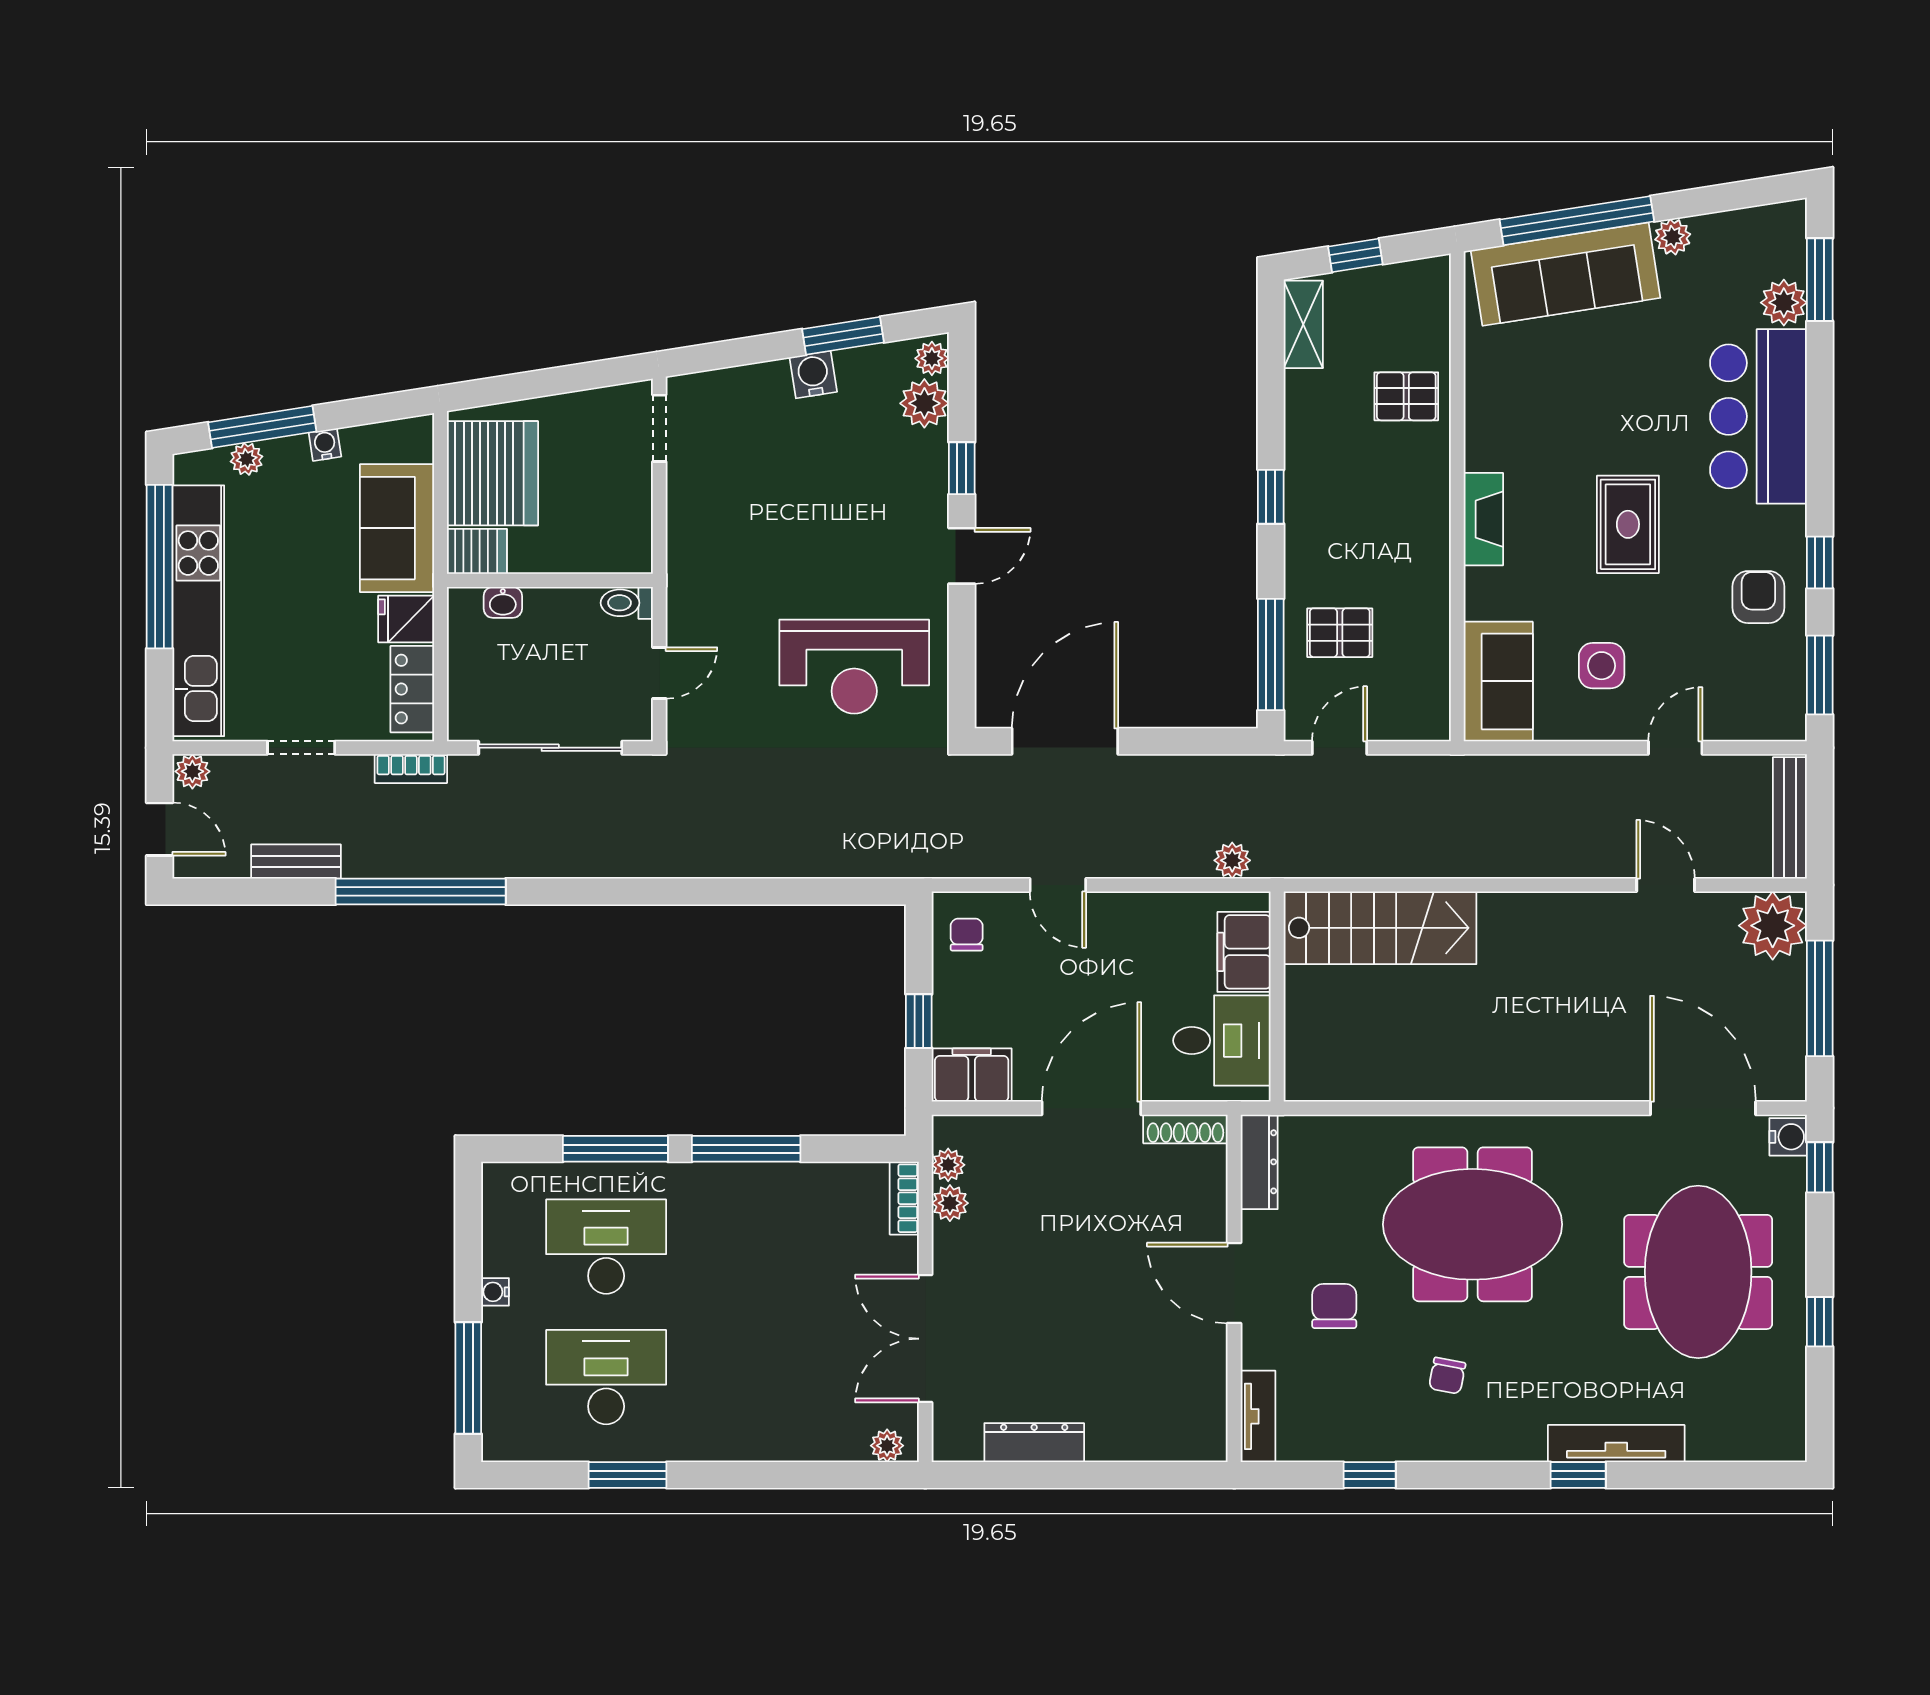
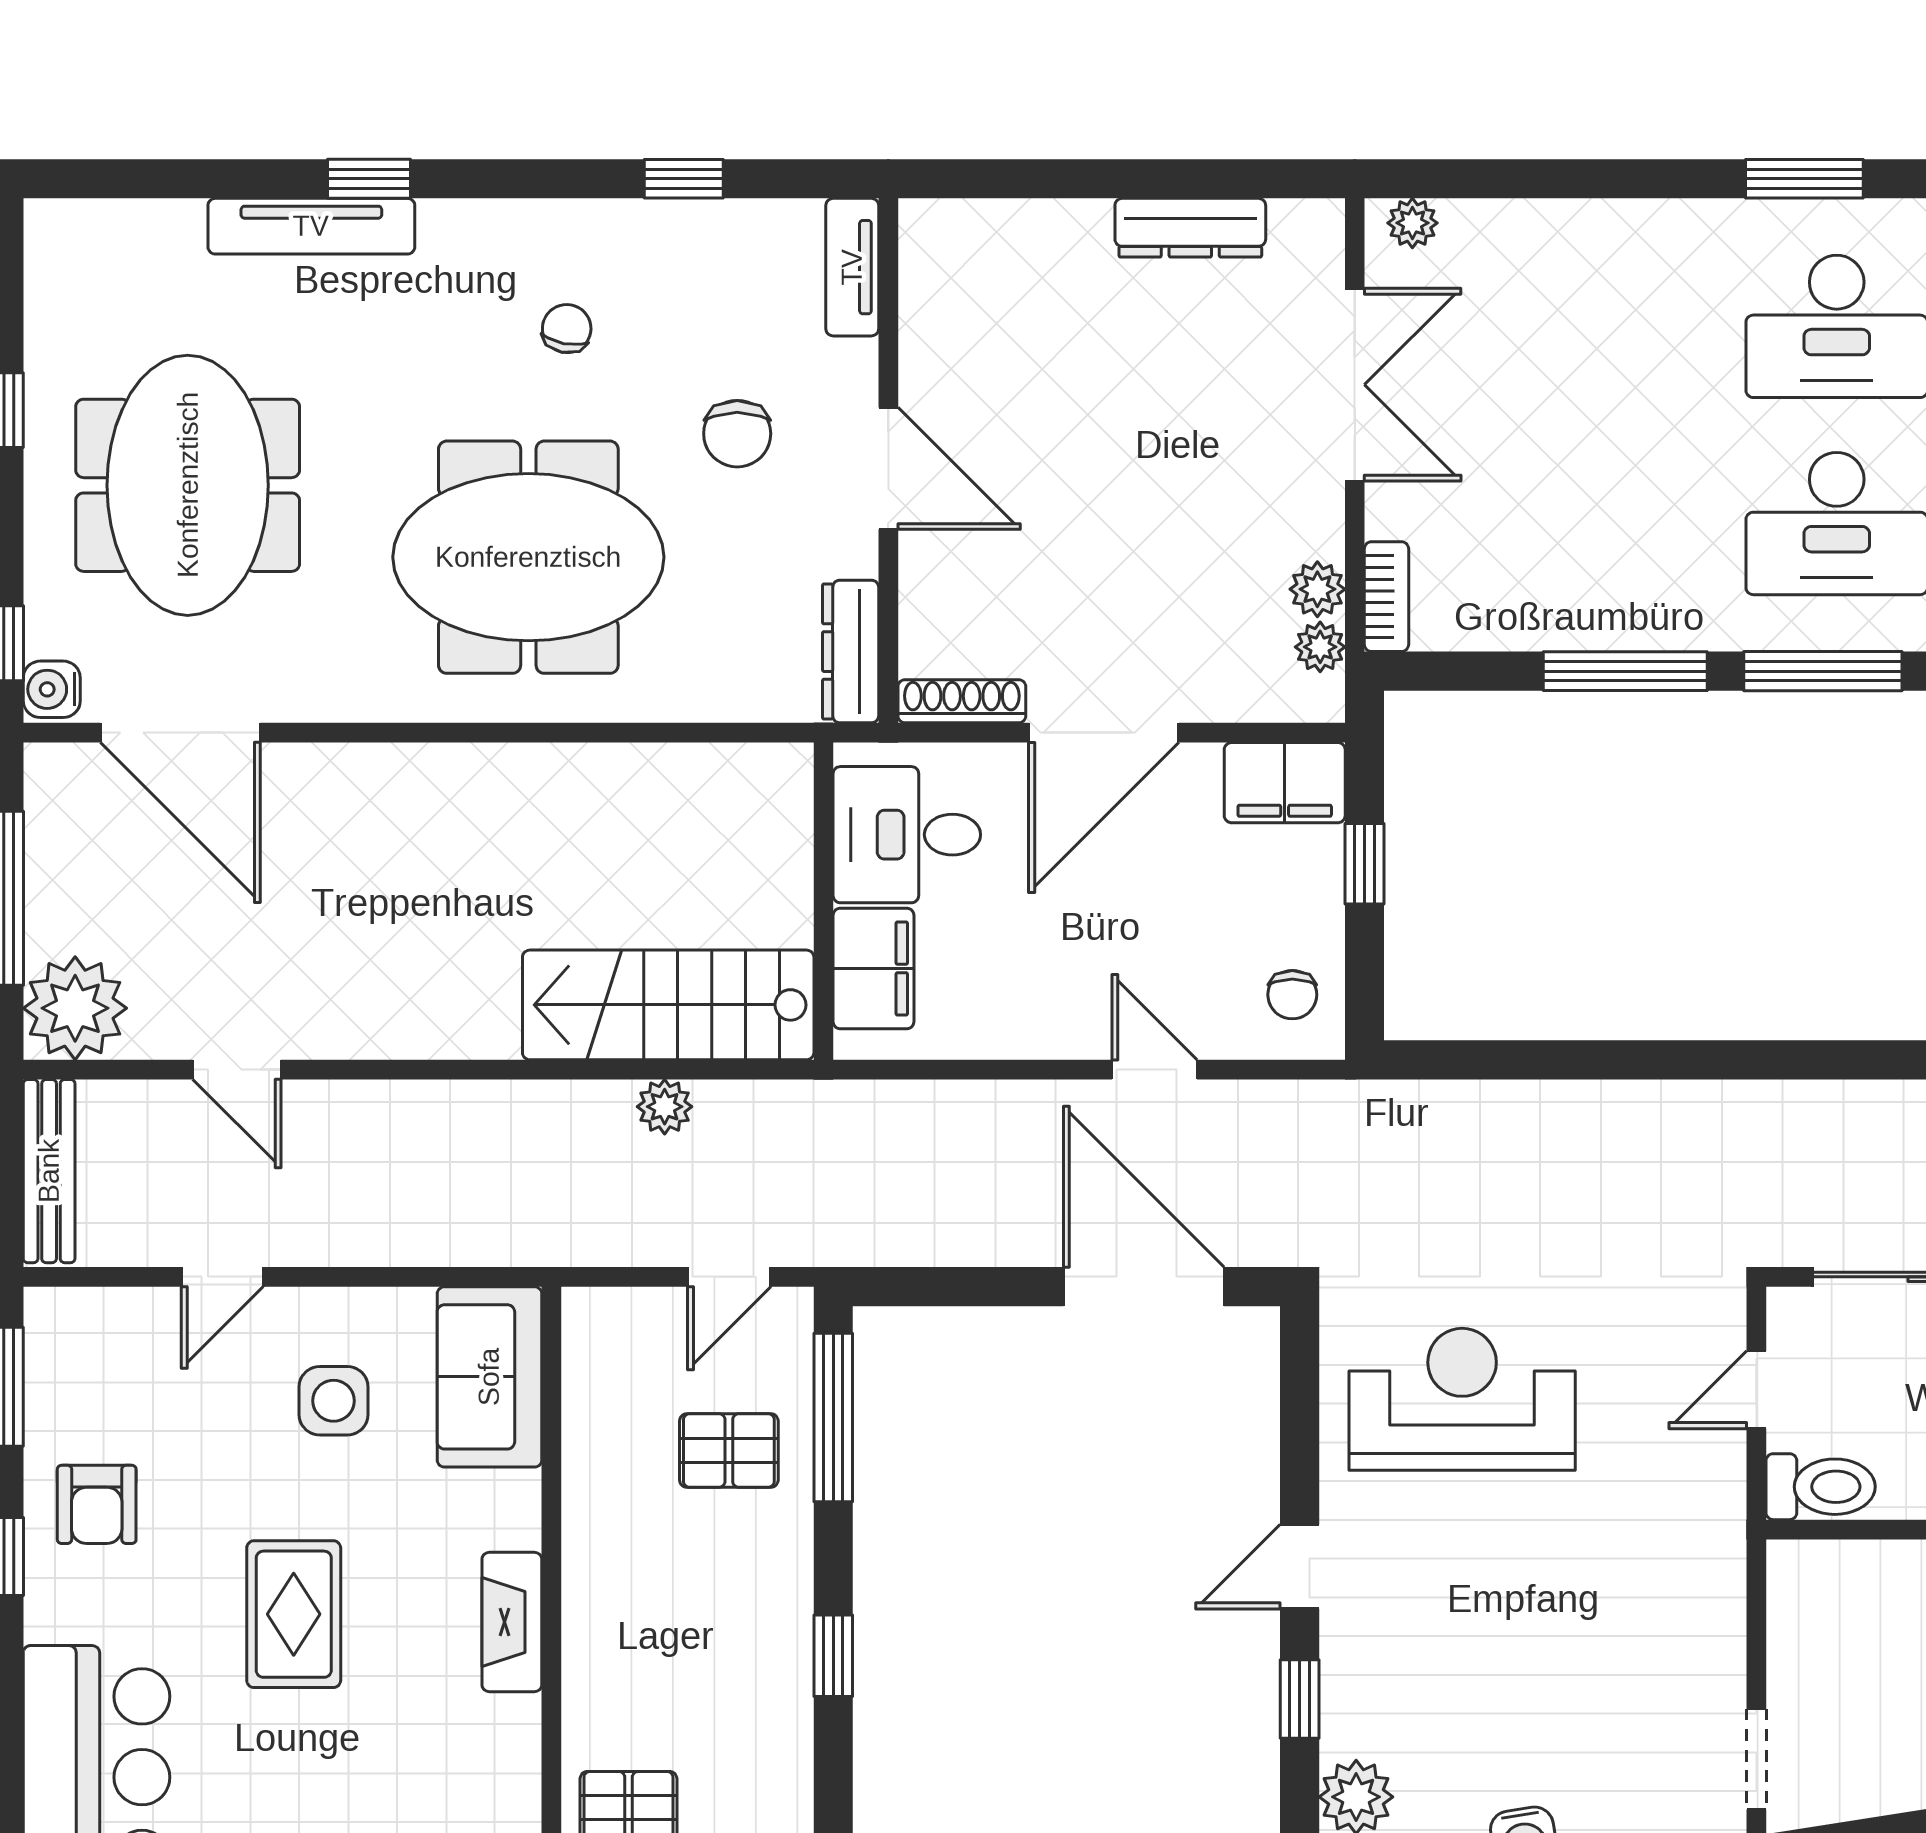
toilet: (627, 603) -> (1821, 1487), width x1.37, depth x1.39
door: (1065, 741) -> (1144, 1287), swing flipped
plant: (1232, 860) -> (665, 1107), moved

